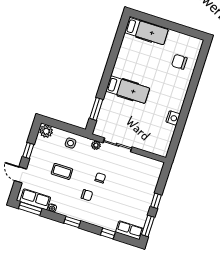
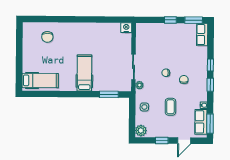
hospital bed: (146, 31) -> (40, 80), moved, turned 90
nightstand: (173, 118) -> (126, 28), moved
window: (108, 233) -> (210, 65), moved

